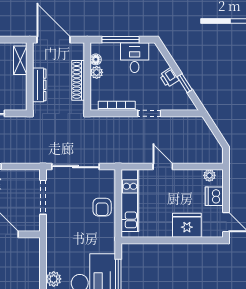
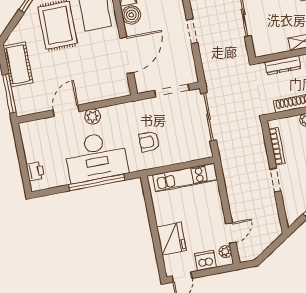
door: (163, 167) -> (231, 233), moved
armchair: (102, 207) -> (149, 142), moved

